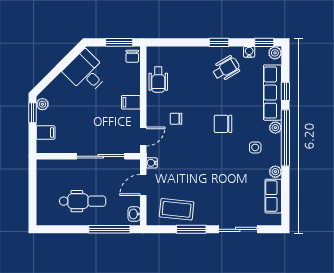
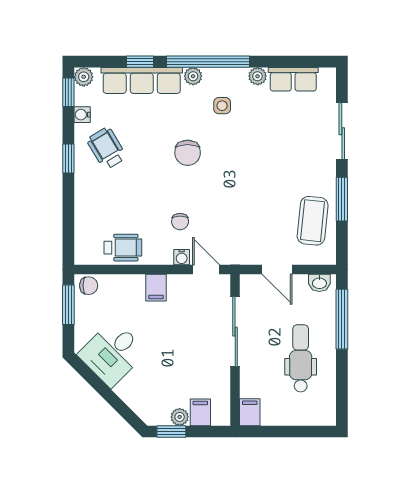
plant: (42, 104) -> (180, 417), moved
water cooler: (152, 163) -> (182, 257), moved
filing cabinet: (46, 166) -> (250, 412), added

